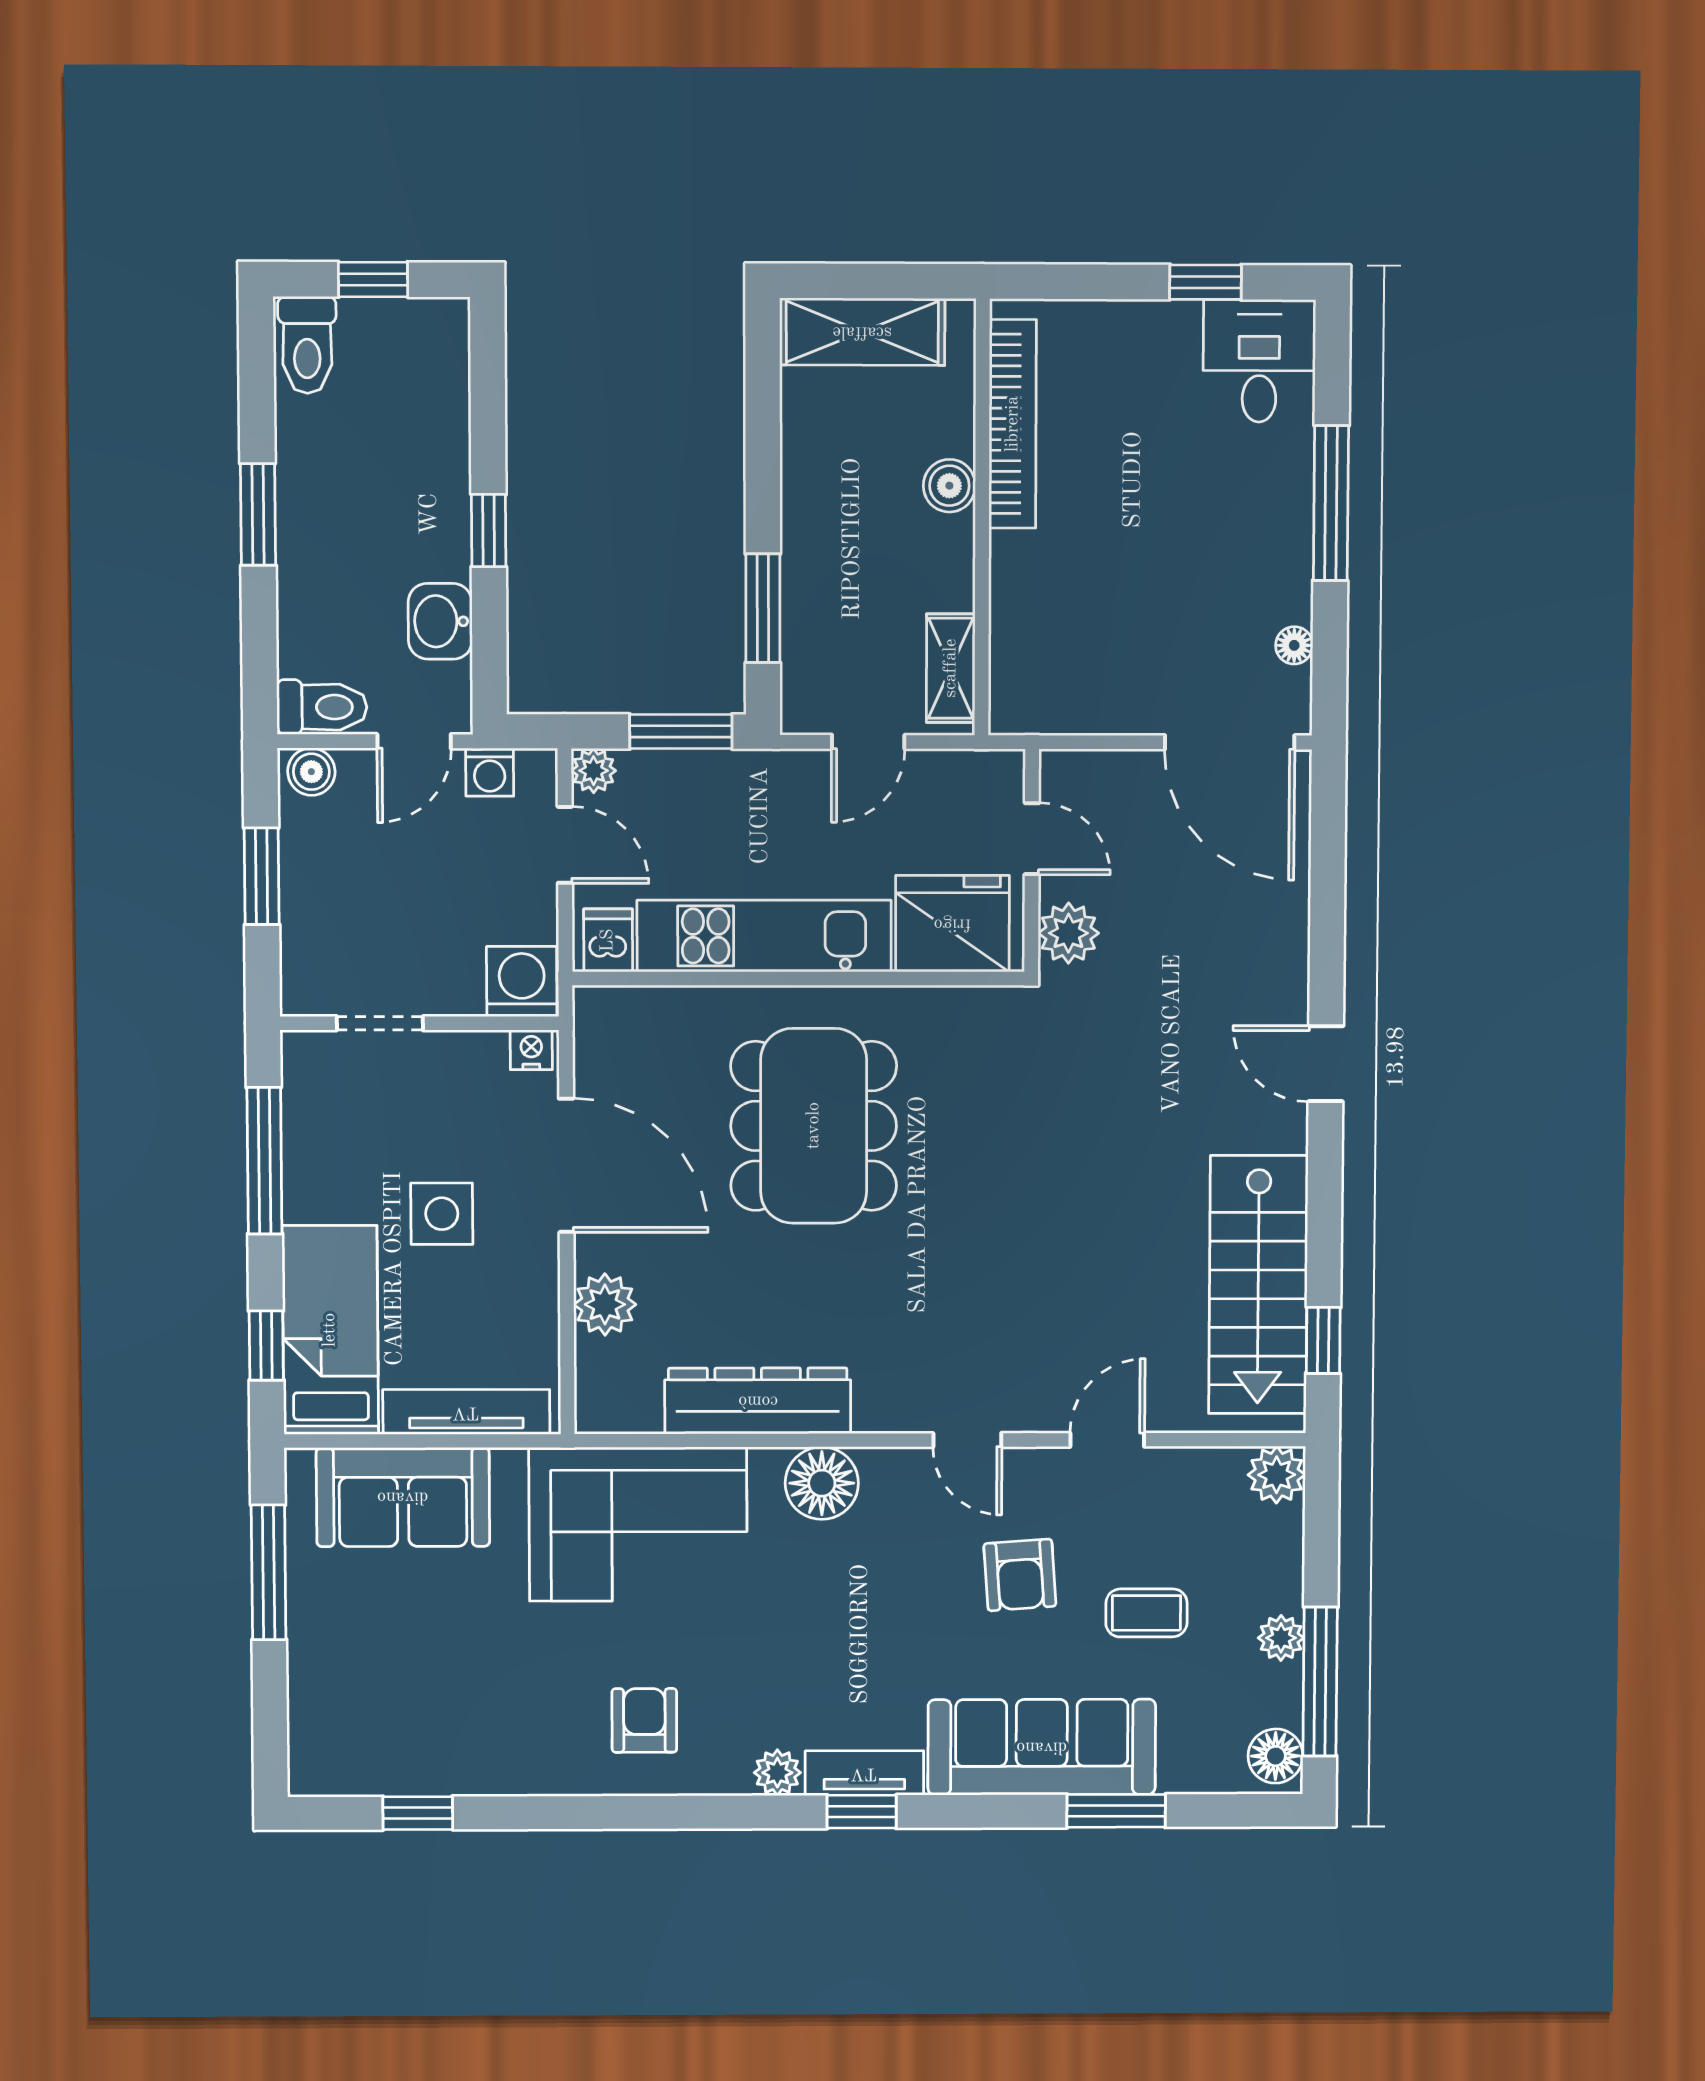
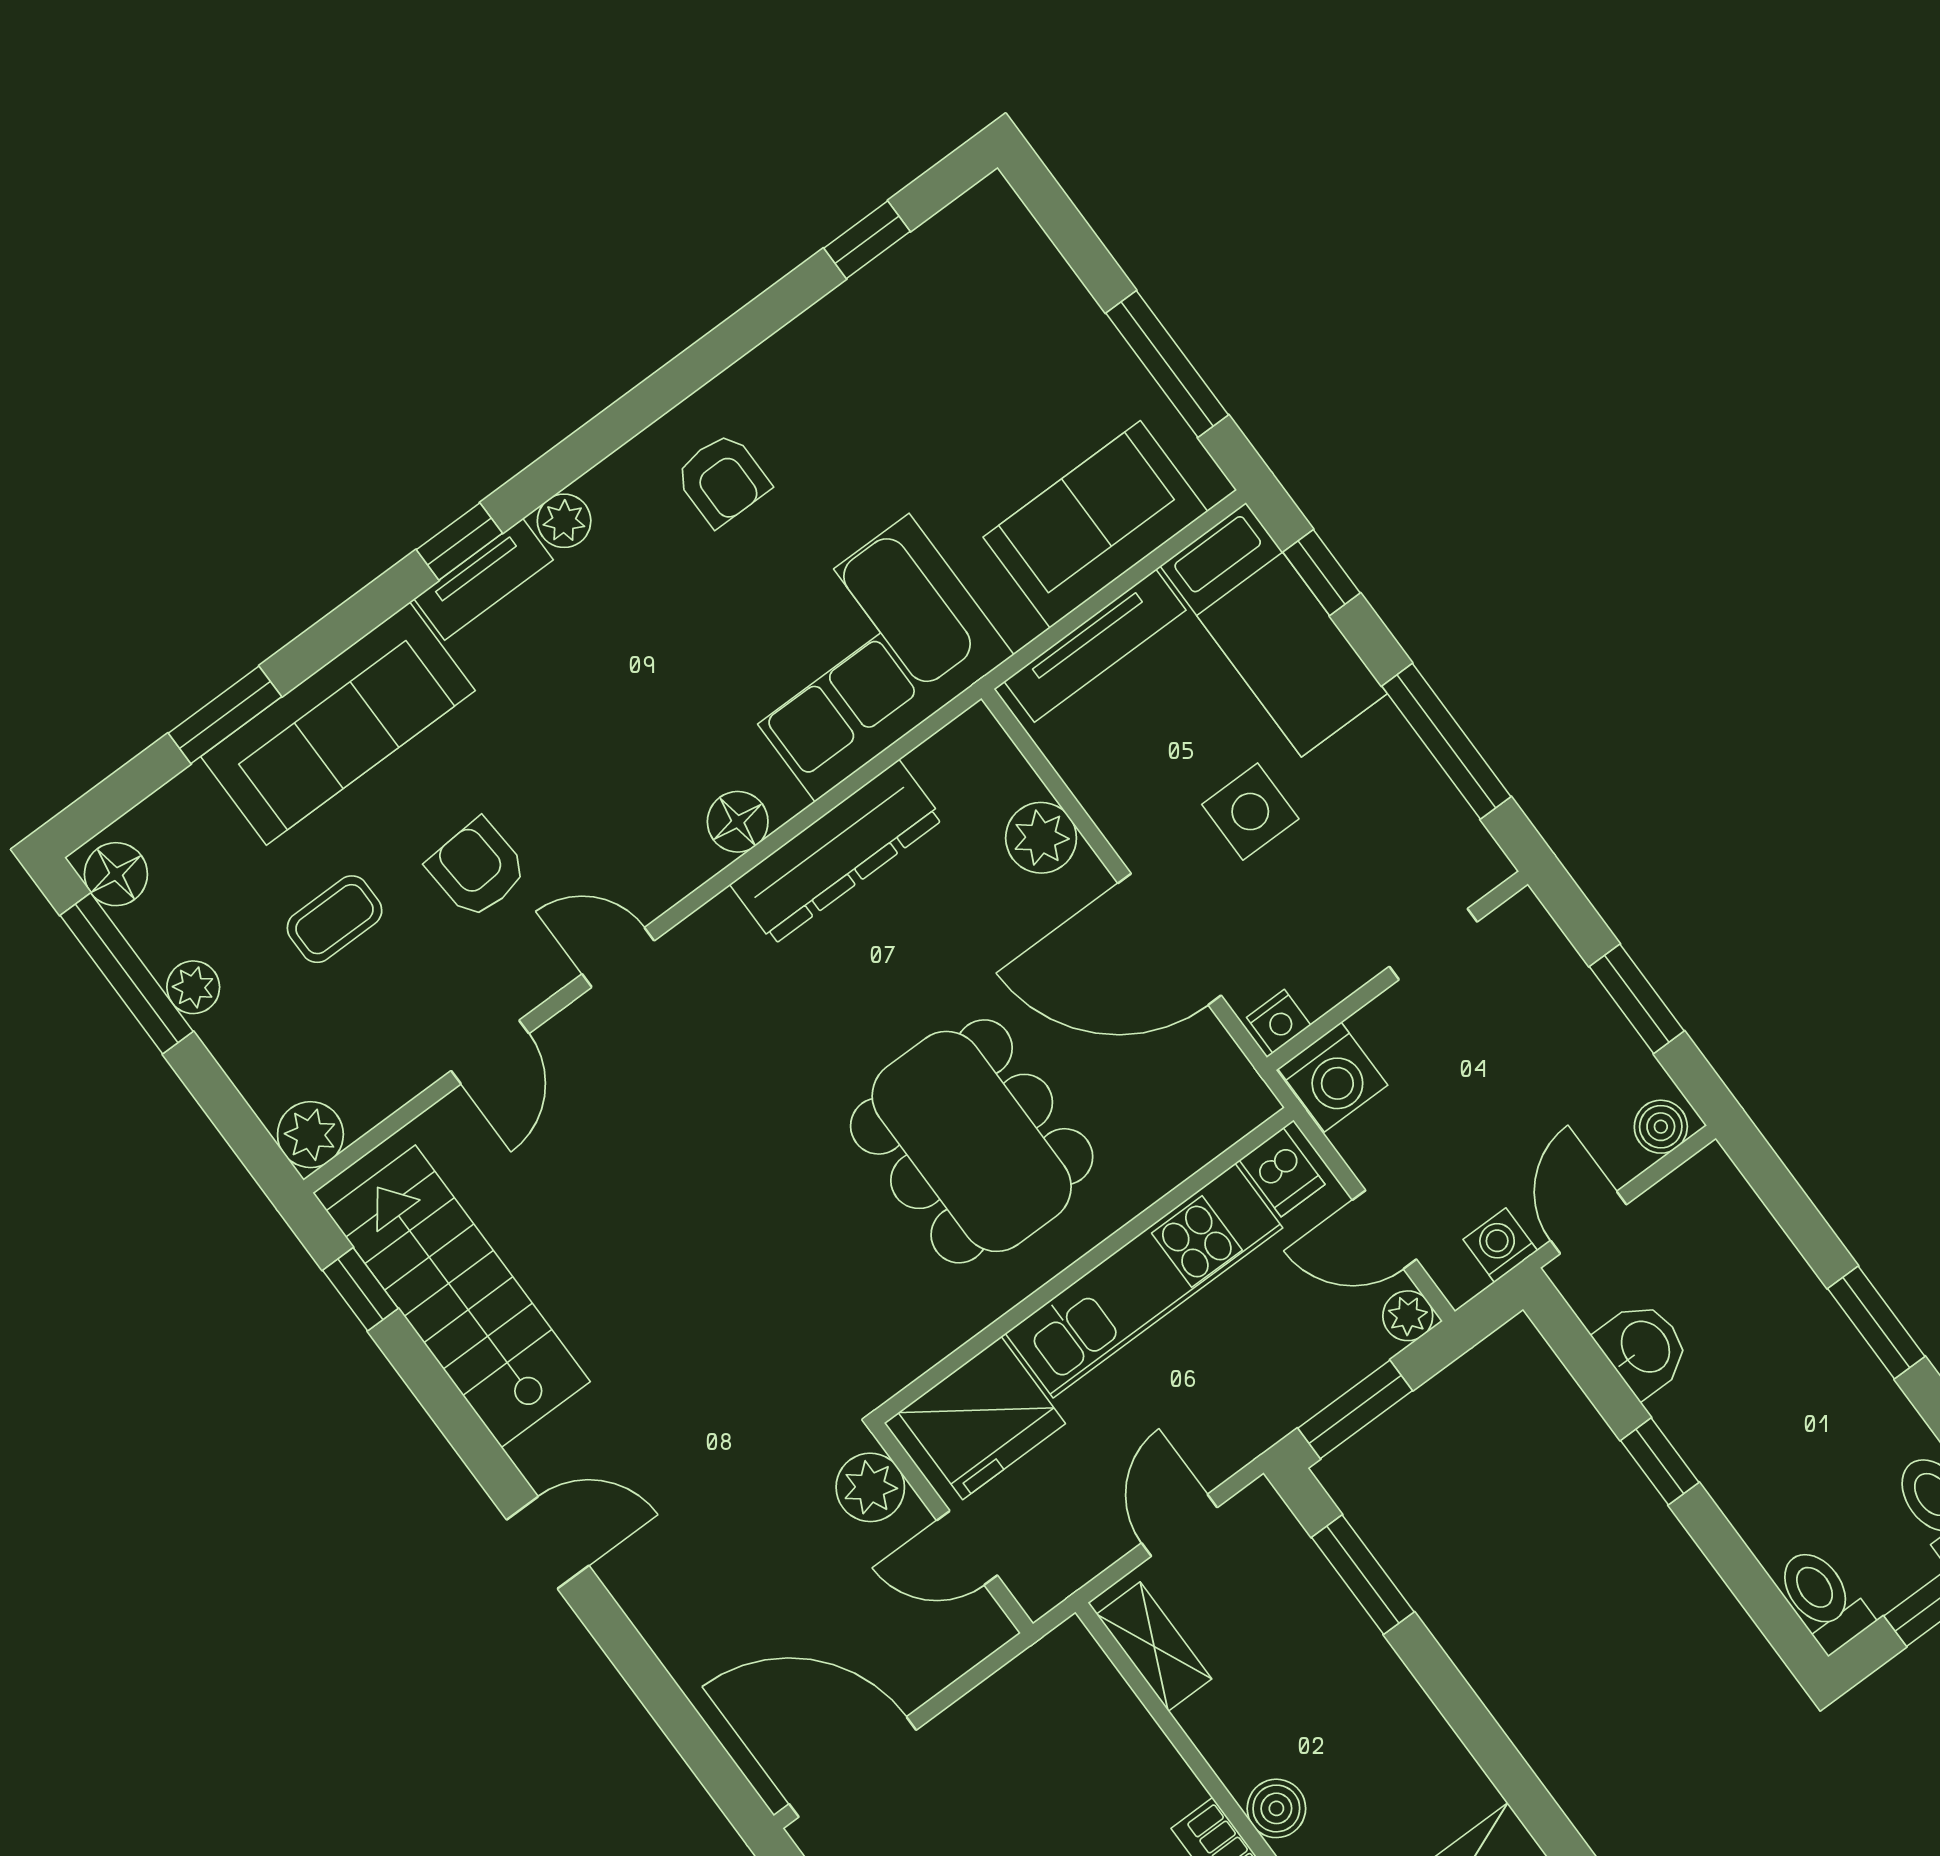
toilet: (322, 707) -> (1823, 1599), moved, turned 90
floor lamp: (822, 1483) -> (738, 822), width x0.73, depth x0.73

